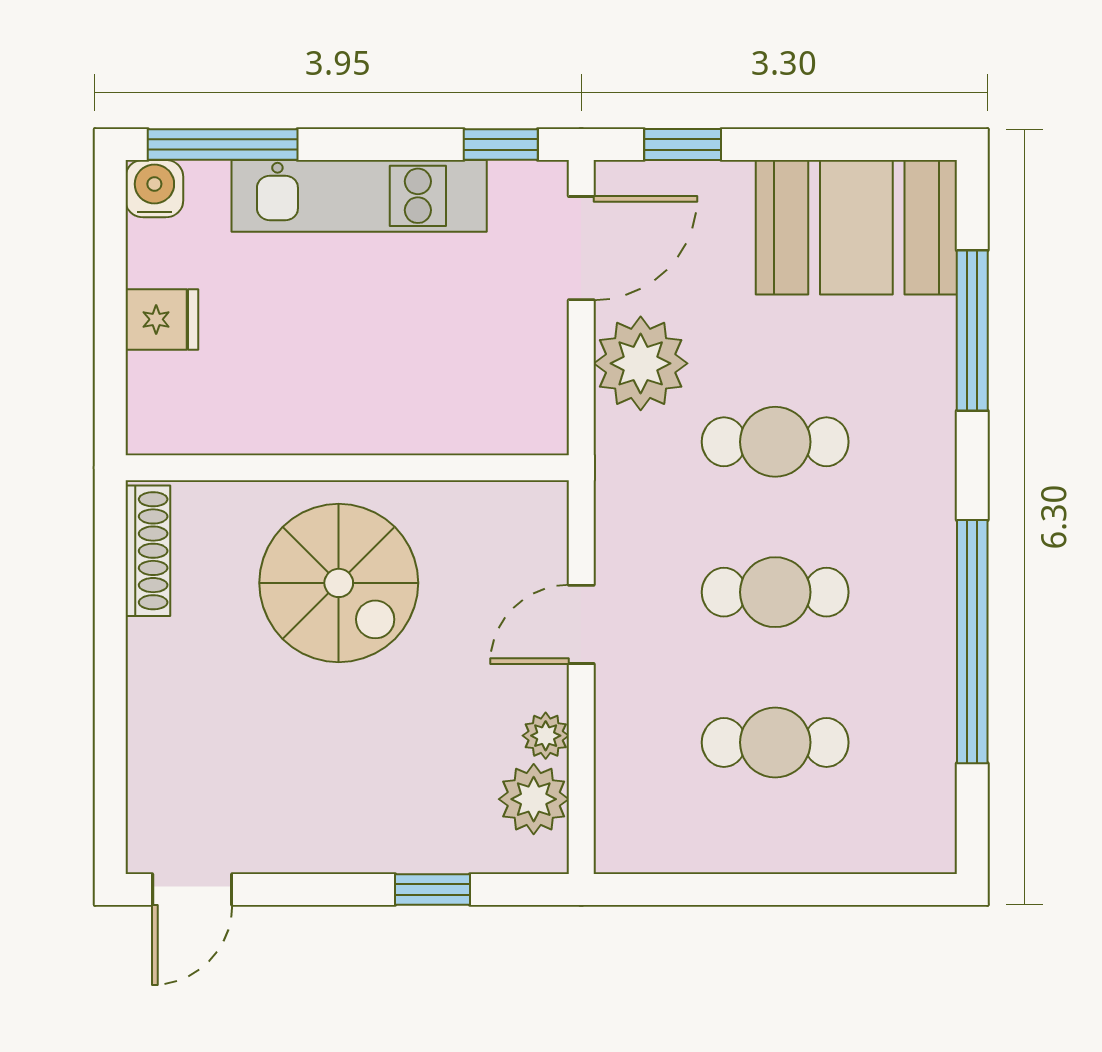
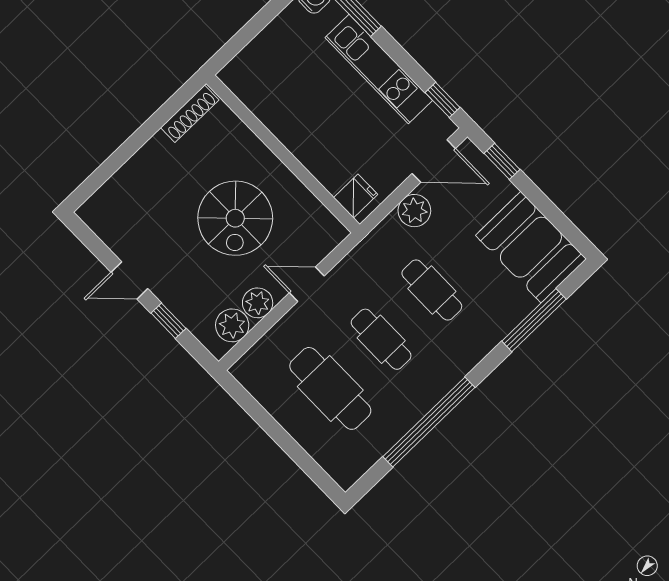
fridge: (162, 319) -> (356, 196), moved, turned -90
plant: (641, 363) -> (414, 211), width x0.73, depth x0.73
spiral stairs: (339, 583) -> (235, 218), moved
plant: (546, 736) -> (258, 303), width x1.38, depth x1.38
cafe table: (775, 742) -> (330, 388), width x1.37, depth x1.35
door: (192, 889) -> (129, 280), moved

